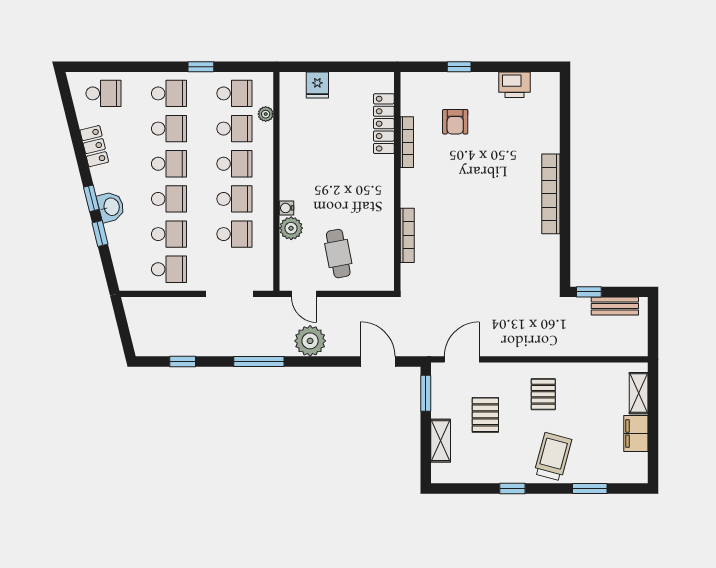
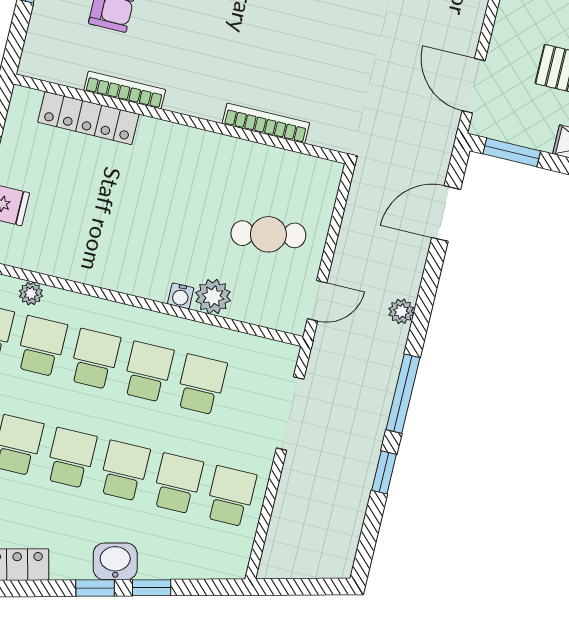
plant: (310, 341) -> (401, 311), width x0.53, depth x0.53
window: (183, 361) -> (384, 472), moved

